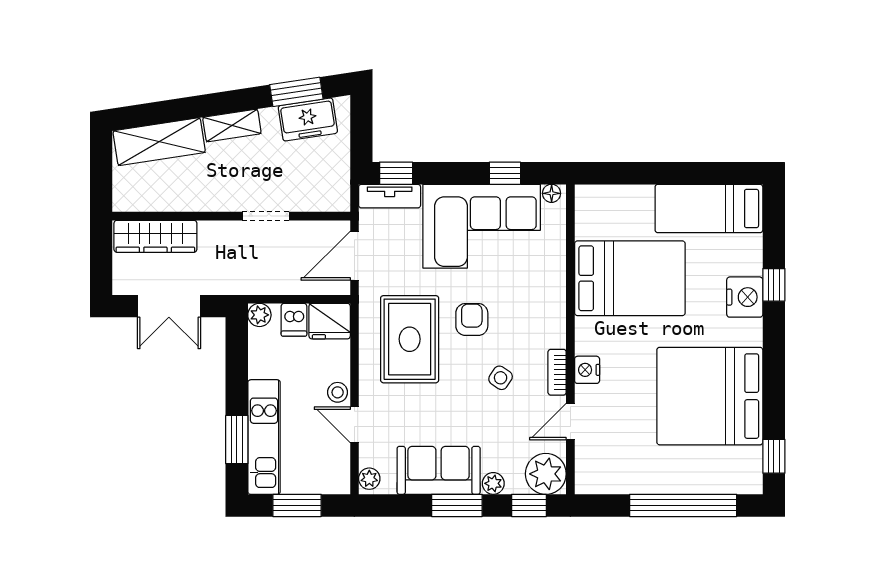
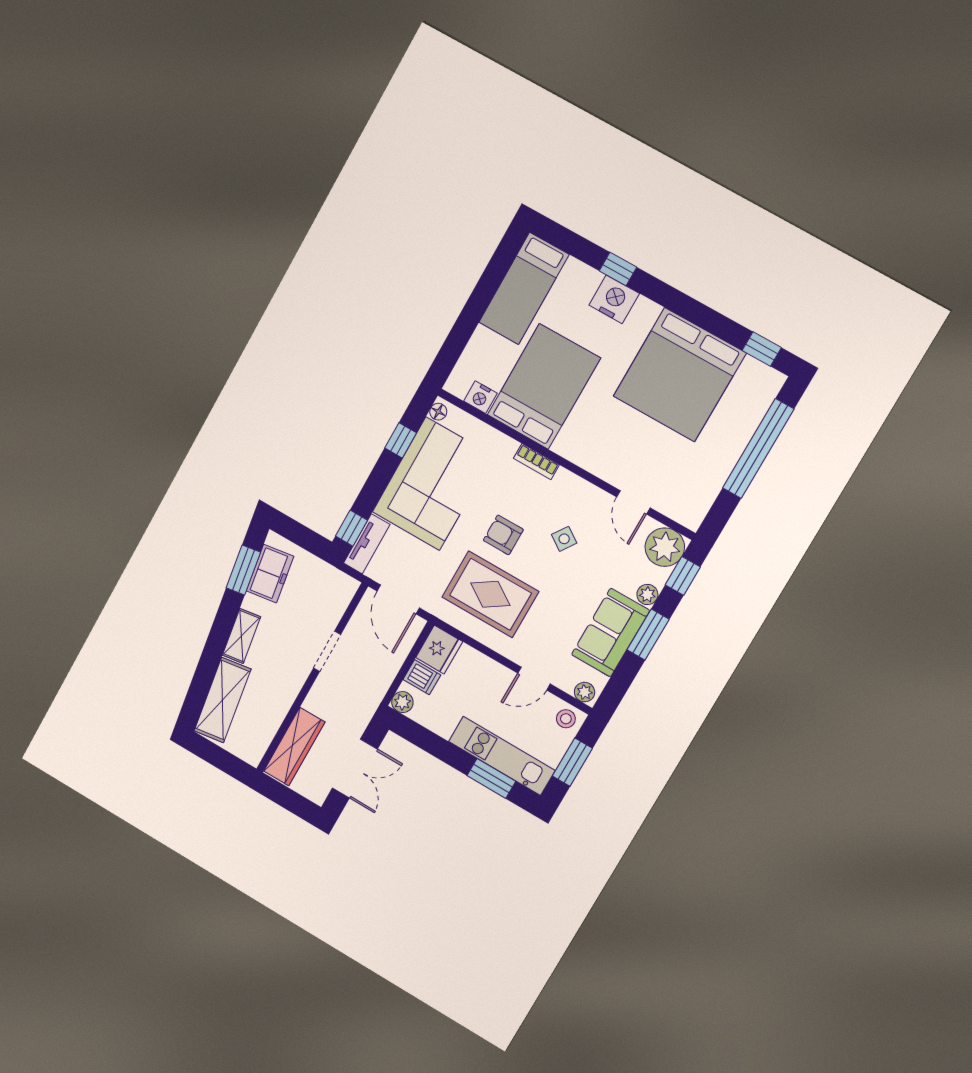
nightstand: (587, 370) -> (480, 397), moved
bookcase: (557, 372) -> (536, 462), moved
stool: (338, 392) -> (566, 719), moved

